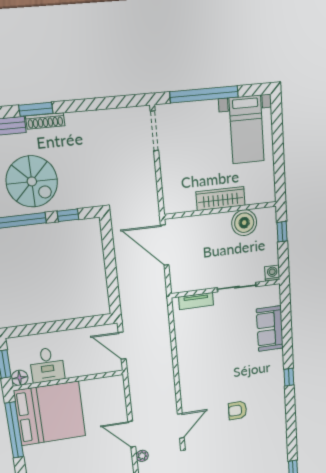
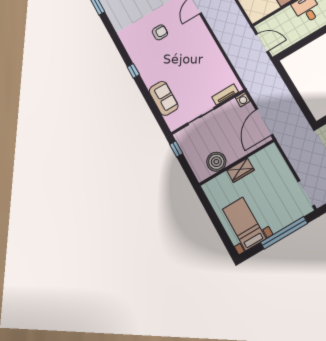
wardrobe: (221, 199) -> (240, 170), width x0.67
window: (282, 232) -> (176, 149), moved
door: (165, 245) -> (264, 122), swing flipped
washing machine: (272, 273) -> (243, 99), moved

